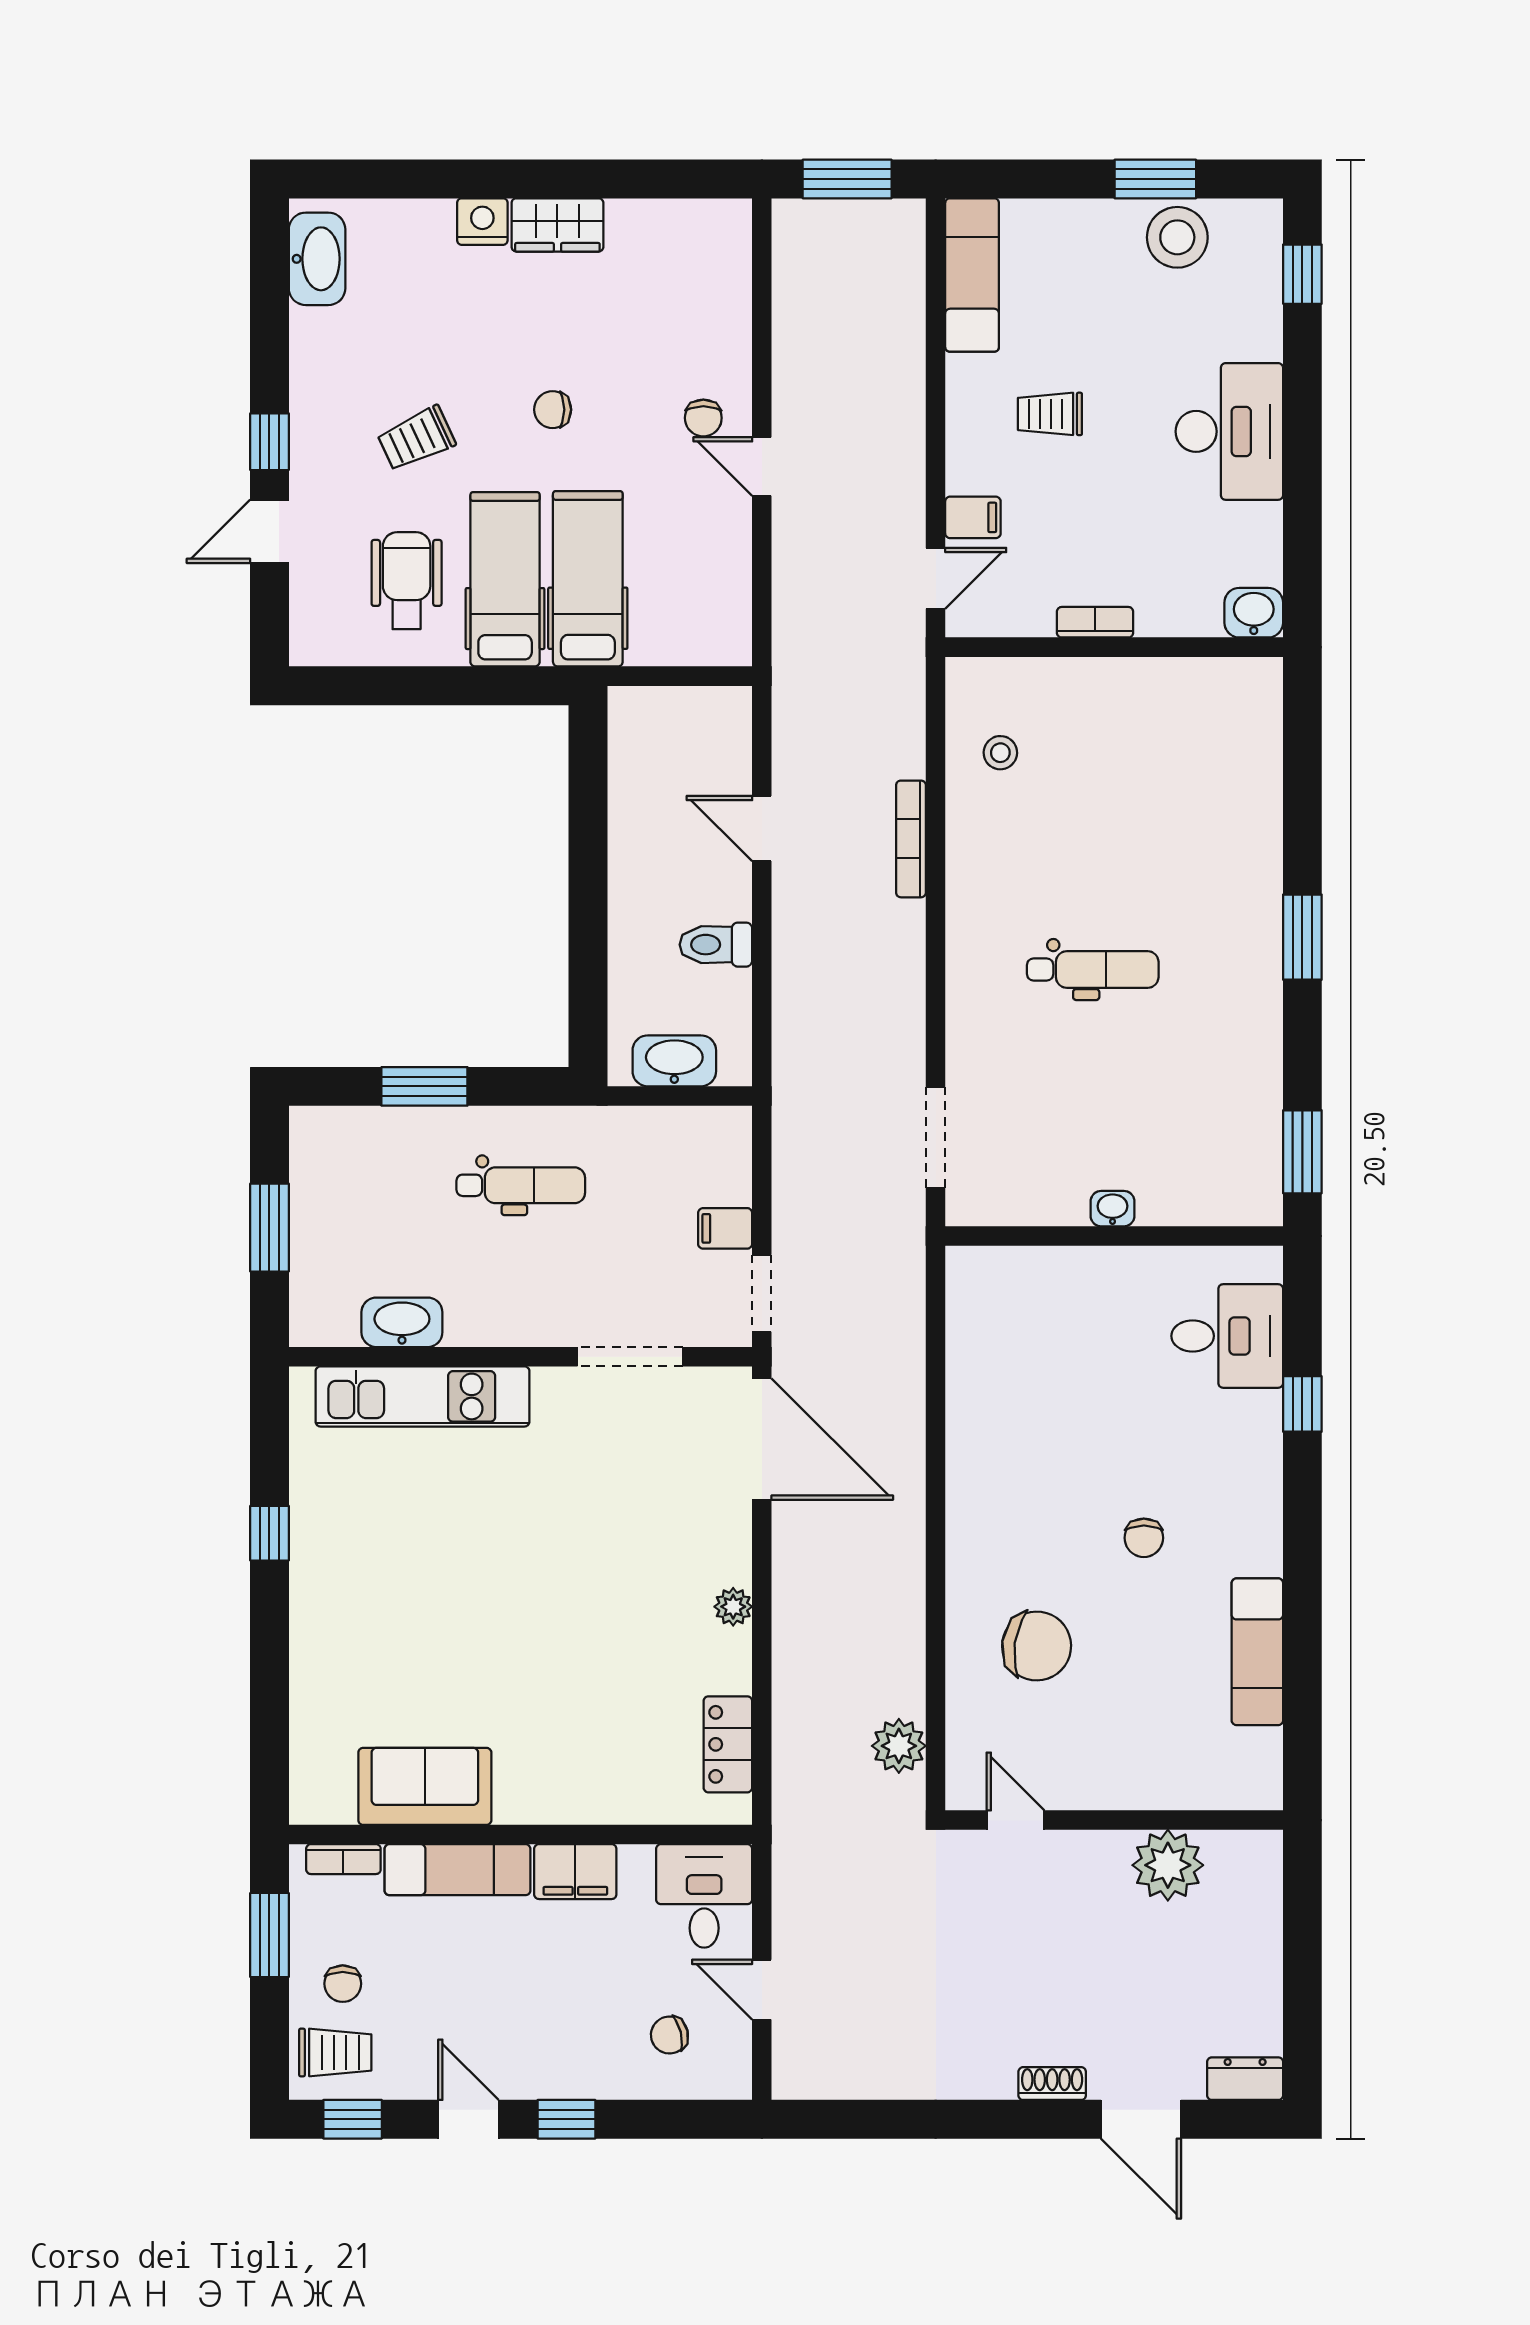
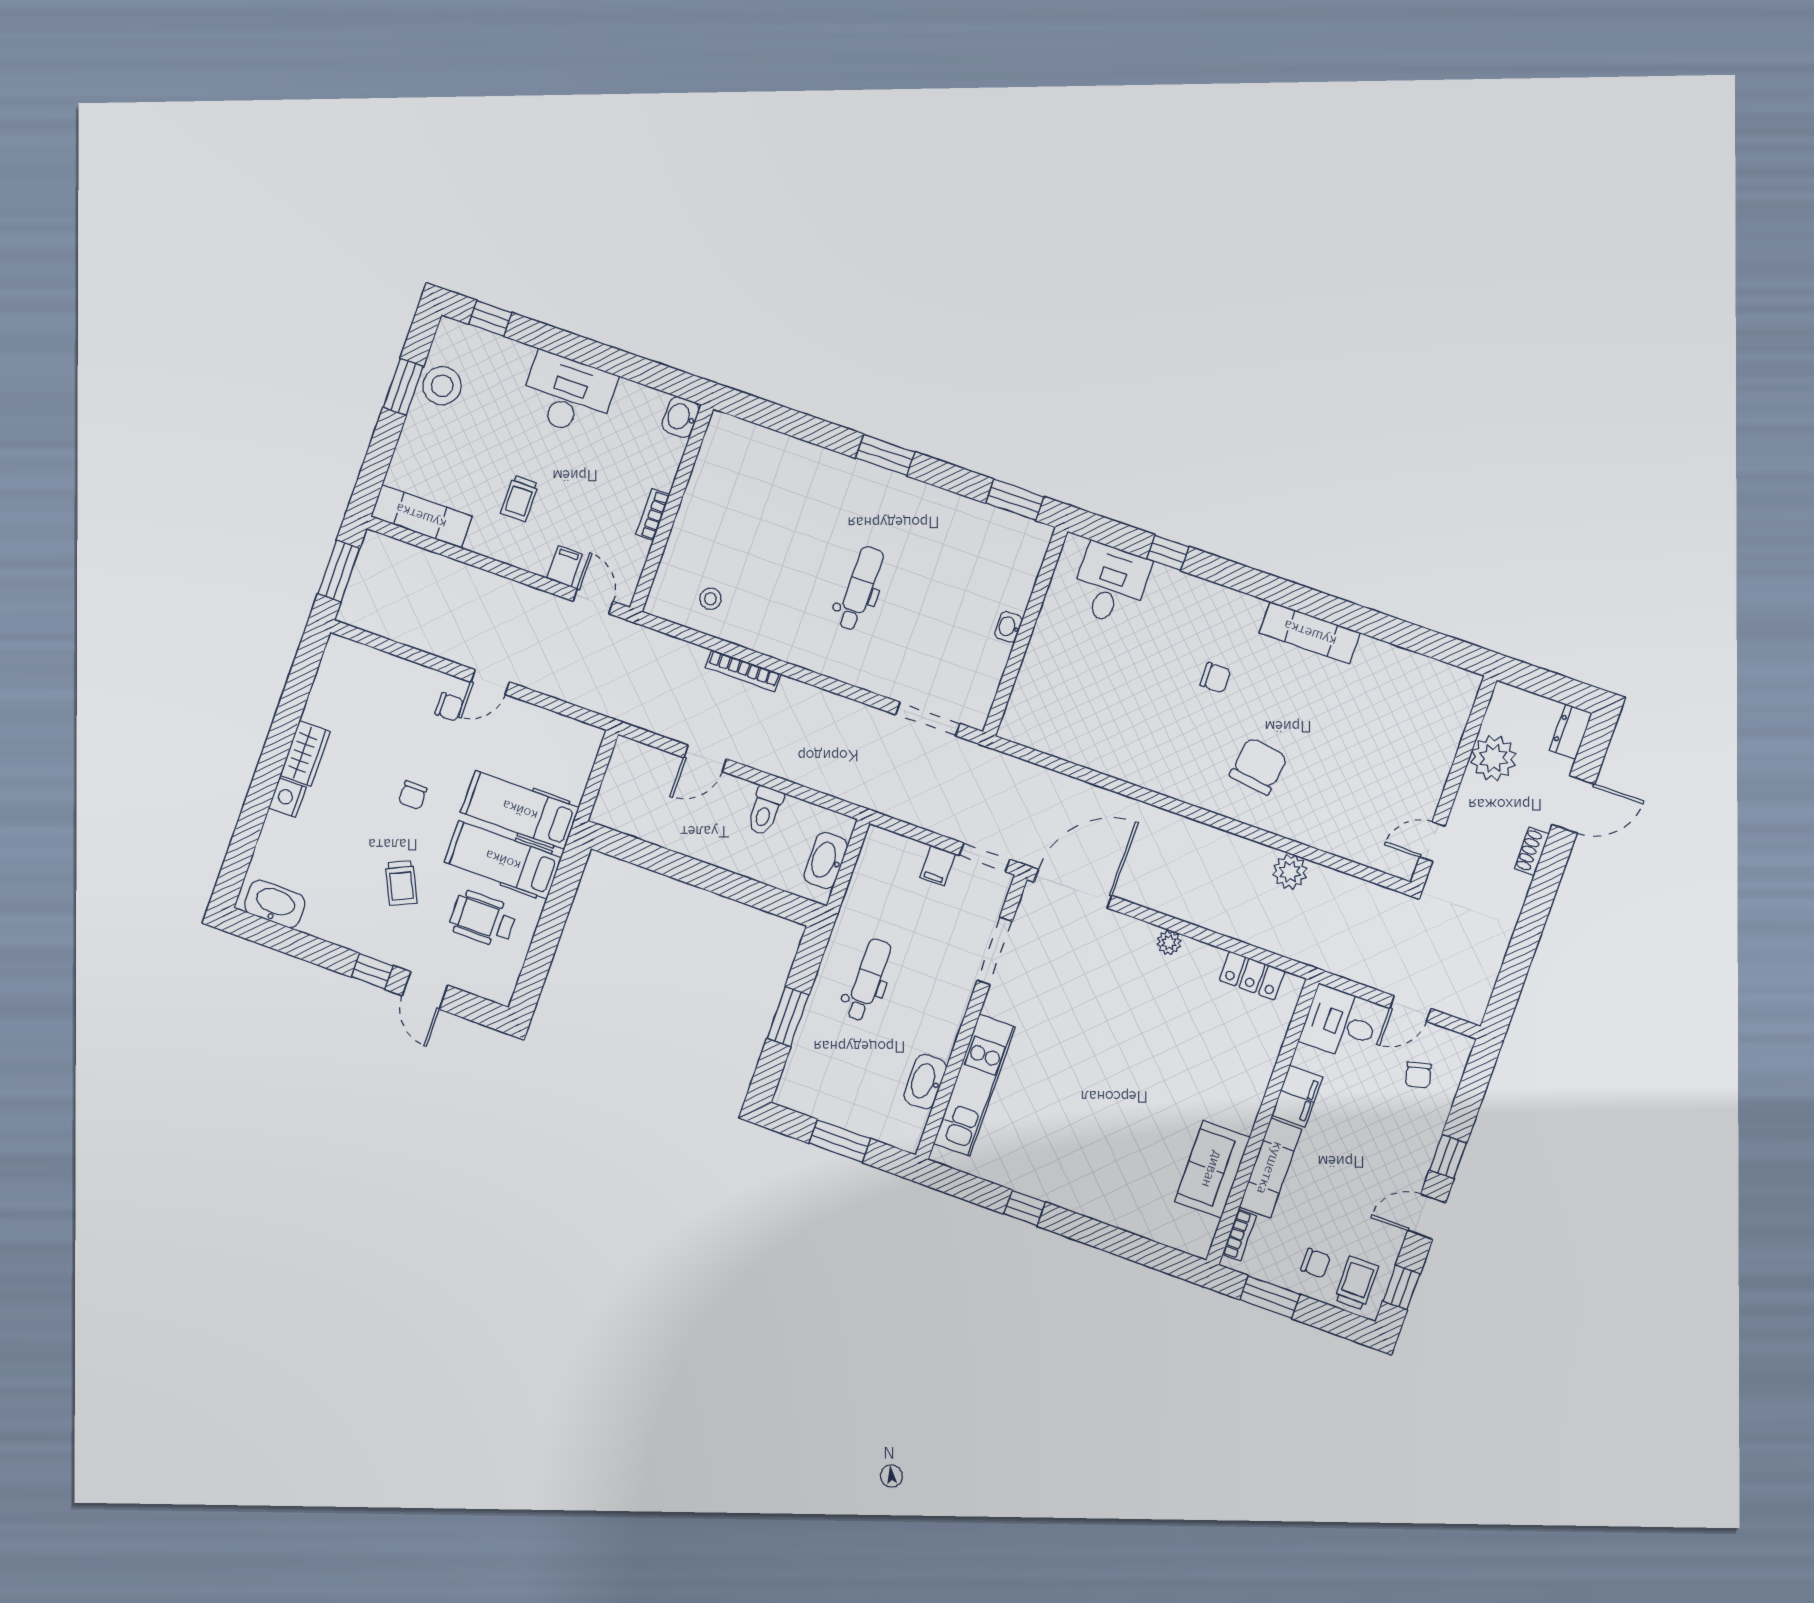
door: (1016, 1820) -> (1432, 842), moved
wall: (1114, 1820) -> (1454, 781), moved
plant: (1168, 1865) -> (1493, 758), moved

